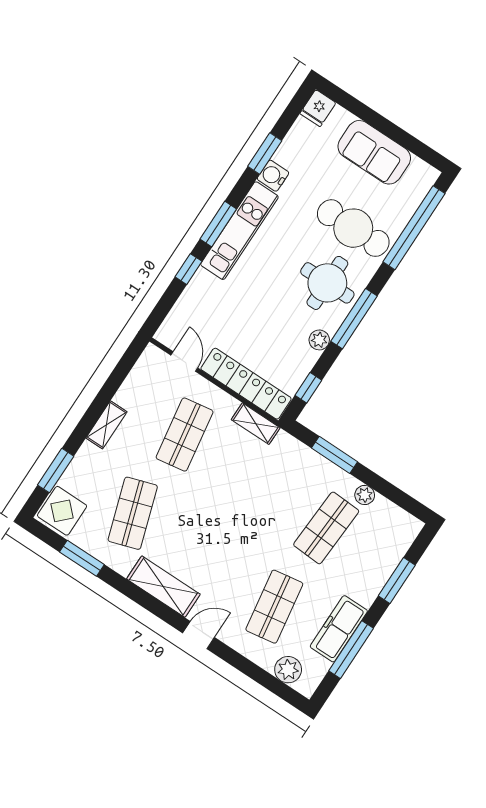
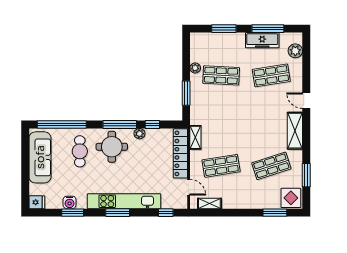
sofa: (374, 152) -> (40, 157), width x1.36
water cooler: (273, 176) -> (70, 202), moved
cafe table: (353, 228) -> (80, 151), width x0.73, depth x0.74
kitchen unit: (239, 231) -> (124, 201), width x1.36
window: (188, 269) -> (166, 213), moved
door: (184, 362) -> (189, 187), swing flipped
window: (308, 388) -> (152, 124), moved
shelving: (106, 425) -> (209, 203), moved

